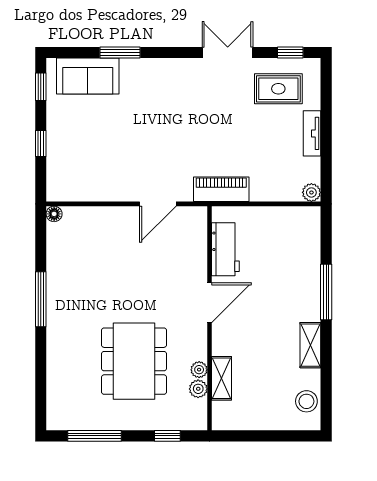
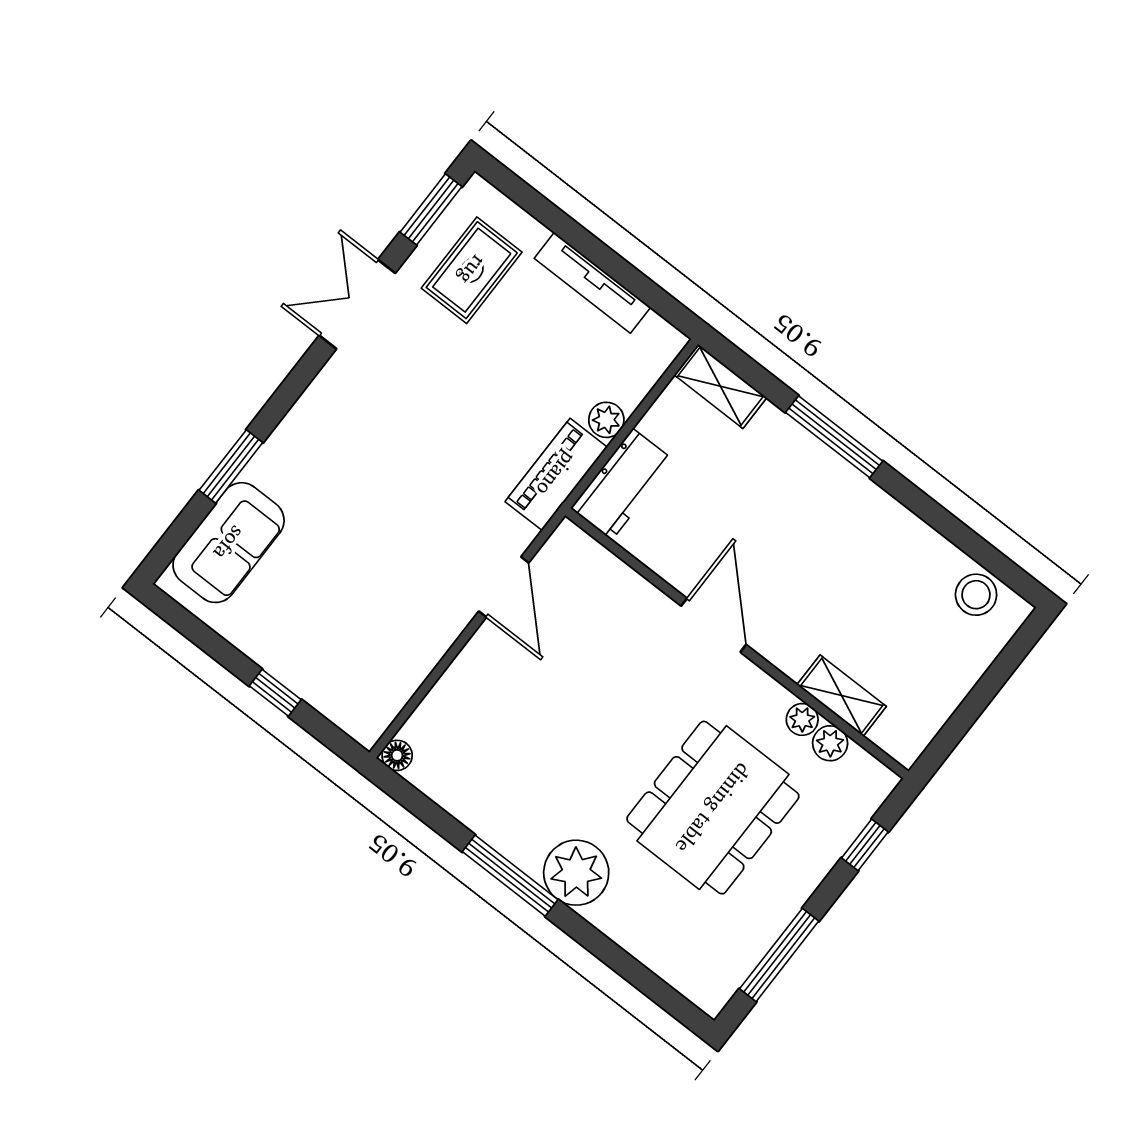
window: (290, 52) -> (431, 209), width x1.50
window: (41, 87) -> (190, 626), removed
tv unit: (312, 133) -> (592, 283), width x1.41
plant: (311, 192) -> (606, 420), moved
workbench: (225, 249) -> (622, 484), moved, turned 90
plant: (63, 326) -> (576, 873), added
shelving: (310, 345) -> (720, 386), moved
dining table: (134, 361) -> (713, 808), turned 90

